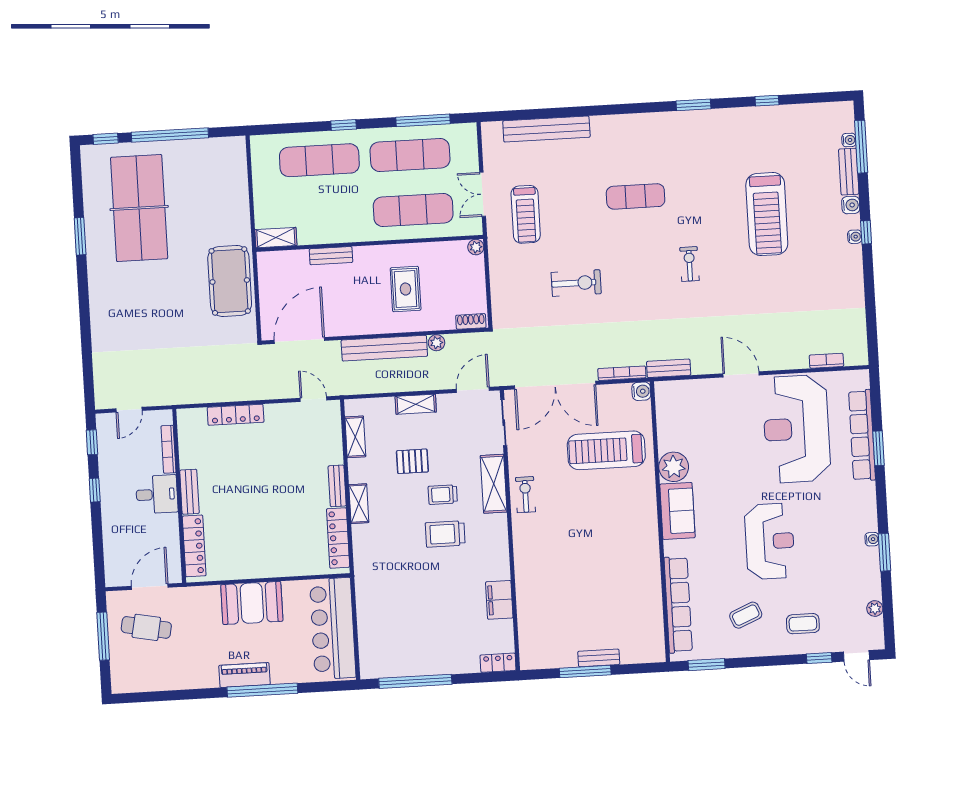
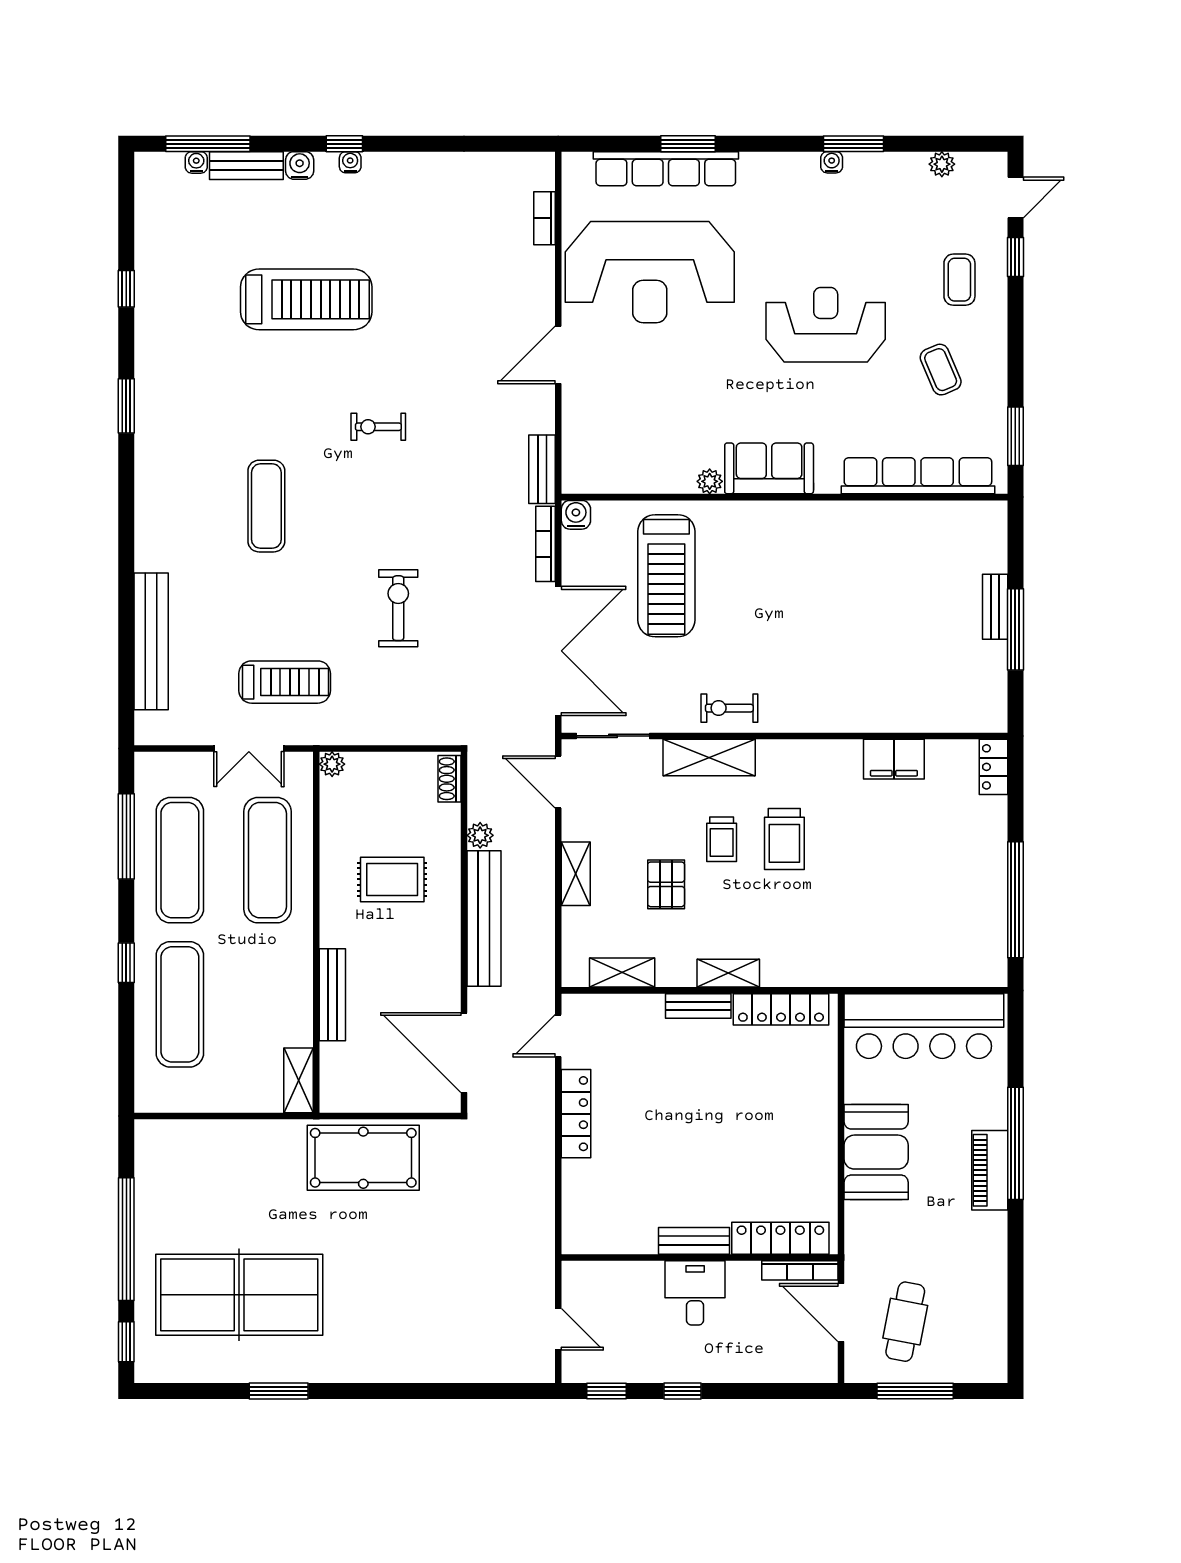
bench: (331, 256) -> (332, 995), width x1.36
locker: (236, 415) -> (576, 1114), moved
bookcase: (168, 449) -> (800, 1270), moved
plant: (674, 467) -> (710, 481), width x0.53, depth x0.53

